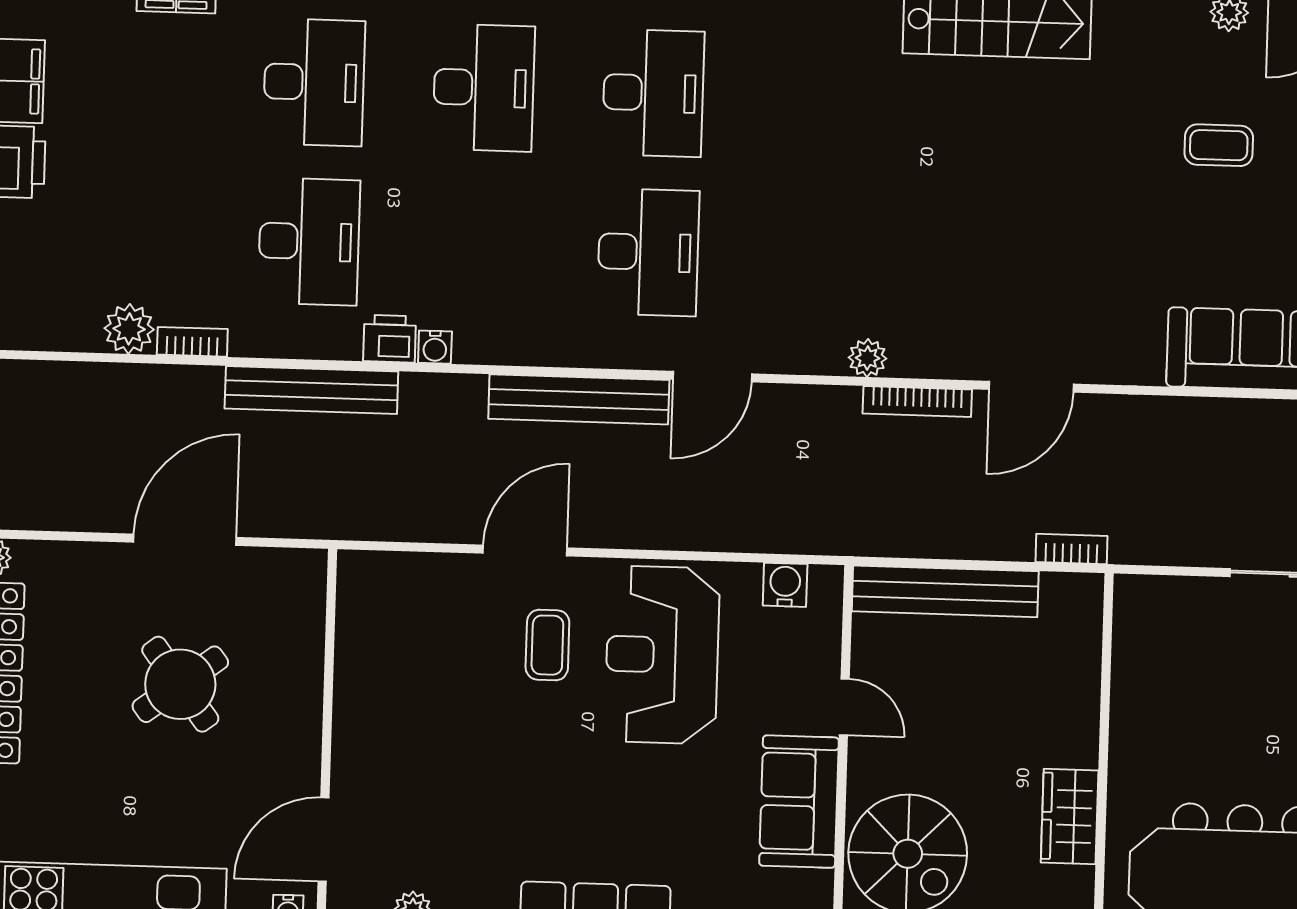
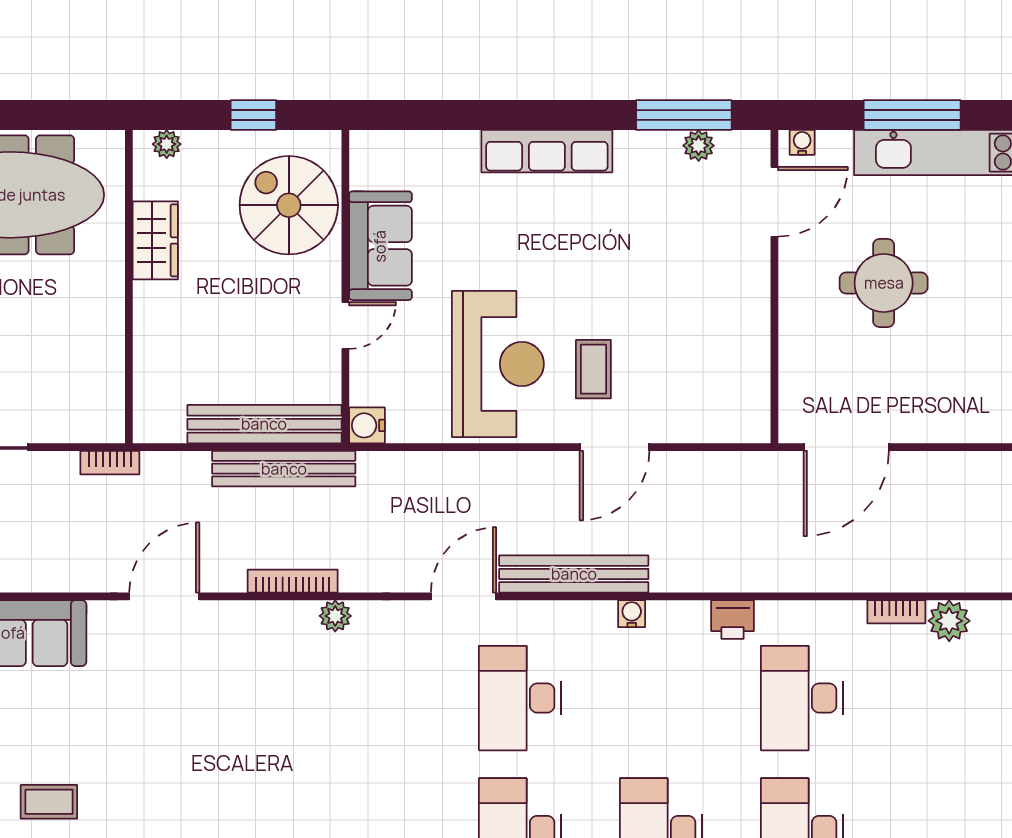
water cooler: (435, 347) -> (632, 614), moved
door: (1031, 387) -> (164, 596), moved
bench: (311, 390) -> (284, 469), moved
door: (185, 540) -> (846, 447), moved
bookcase: (1072, 549) -> (110, 463), moved
water cooler: (785, 585) -> (367, 425), moved, turned 90
round table: (180, 684) -> (884, 283), moved, turned 37
door: (844, 707) -> (345, 325), swing flipped

